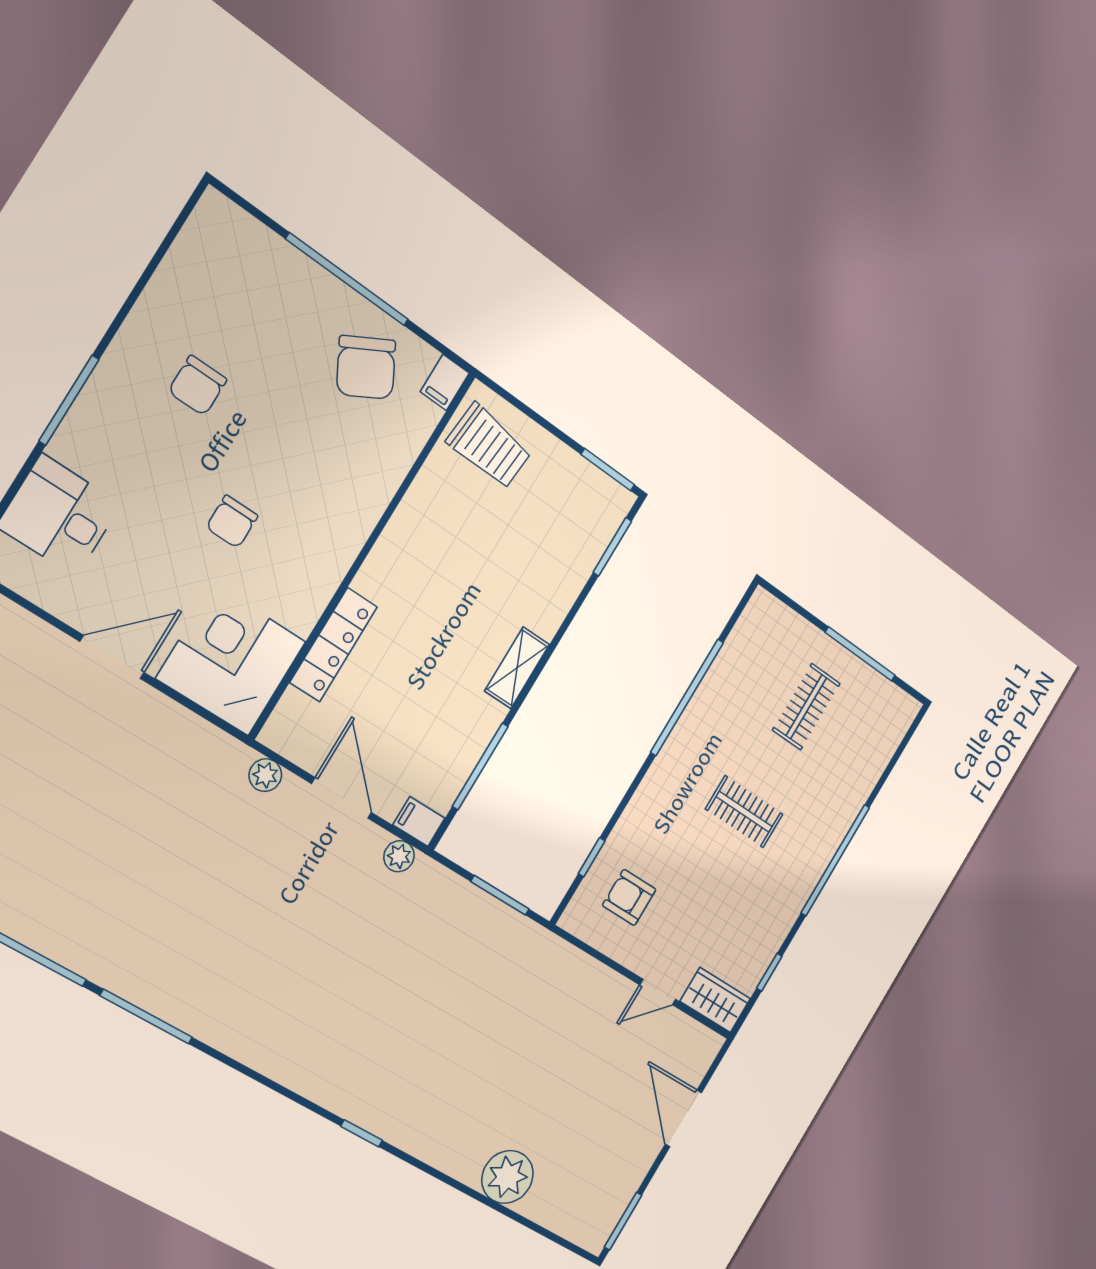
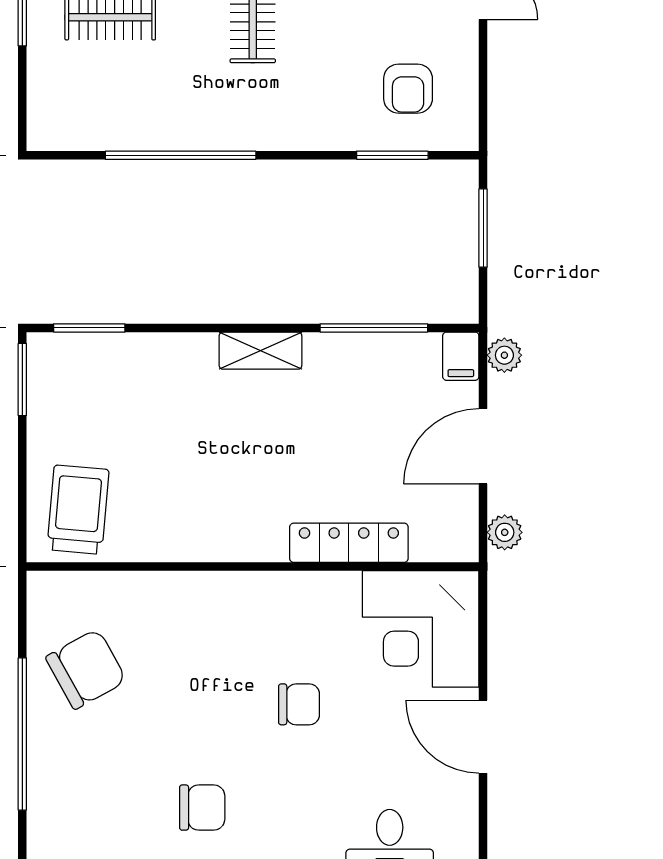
filing cabinet: (445, 382) -> (50, 588), removed
window: (592, 857) -> (392, 155), width x1.50

